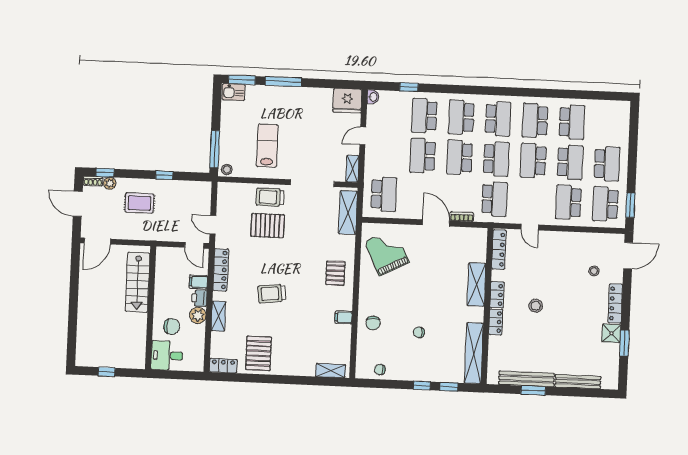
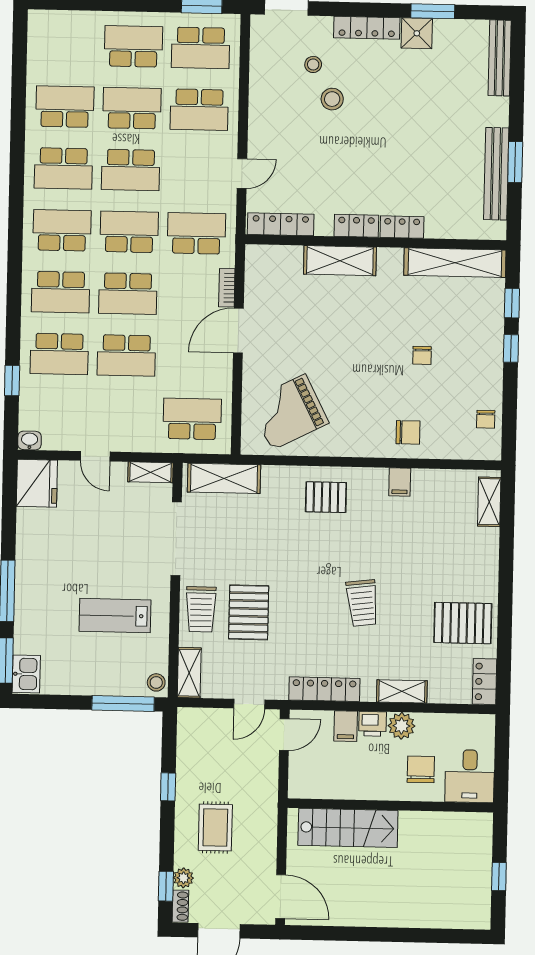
shelving: (232, 189) -> (189, 673), added
stool: (536, 306) -> (332, 99), moved
bench: (578, 382) -> (500, 58), moved

